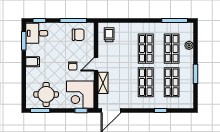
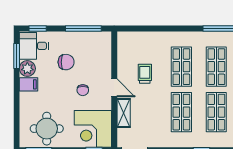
chair: (78, 35) -> (66, 62), moved
trolley: (109, 35) -> (145, 74), moved
plant: (32, 50) -> (27, 69), added
door: (96, 64) -> (114, 88), swing flipped

